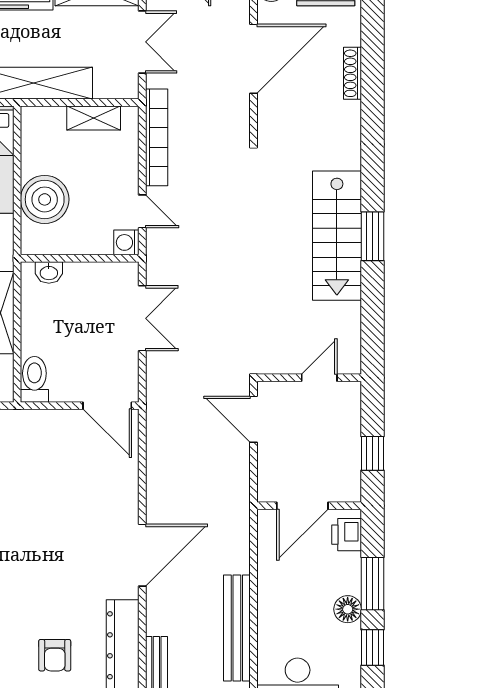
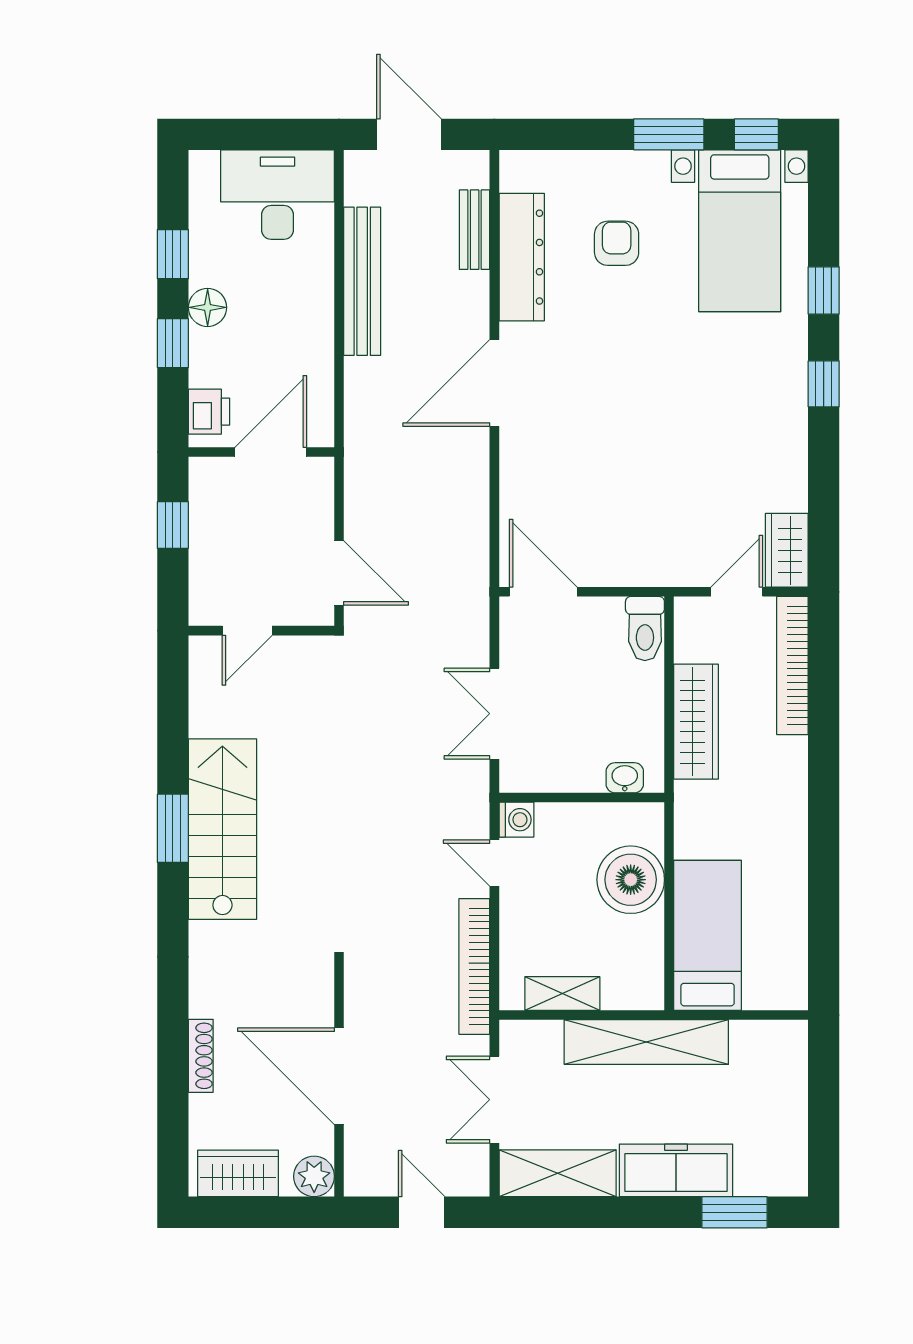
door: (253, 59) -> (339, 1076), hinge flipped
window: (372, 584) -> (173, 343), width x0.67

